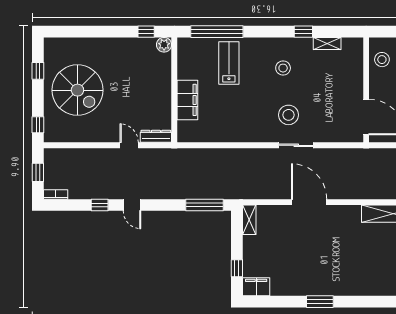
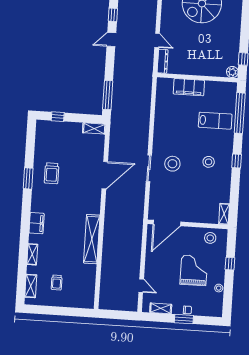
window: (303, 32) -> (237, 161), moved
shelving: (327, 43) -> (224, 214), moved
door: (129, 145) -> (157, 40), hinge flipped
trolley: (311, 271) -> (52, 173), added
filing cabinet: (256, 287) -> (37, 223), moved

